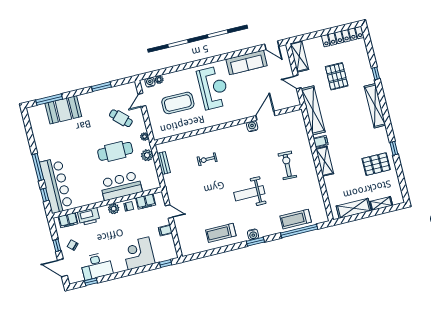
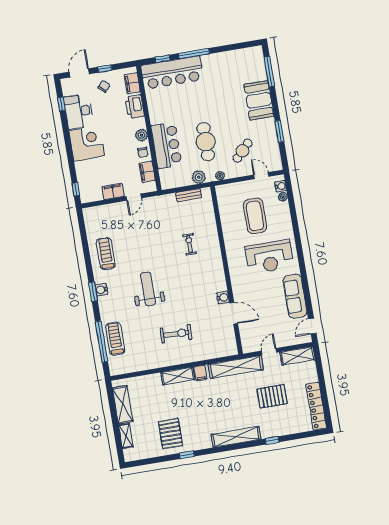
booth: (63, 110) -> (259, 100), moved
filing cabinet: (165, 230) -> (113, 191), width x2.00
corner desk: (138, 253) -> (87, 143), moved

